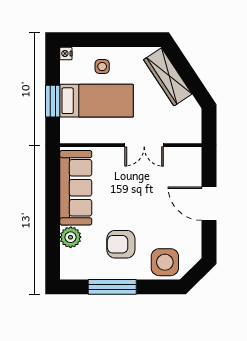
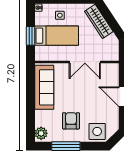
double door: (144, 145) -> (85, 62), width x1.37
plant: (71, 237) -> (41, 133), moved
armchair: (121, 244) -> (71, 121), turned 90

